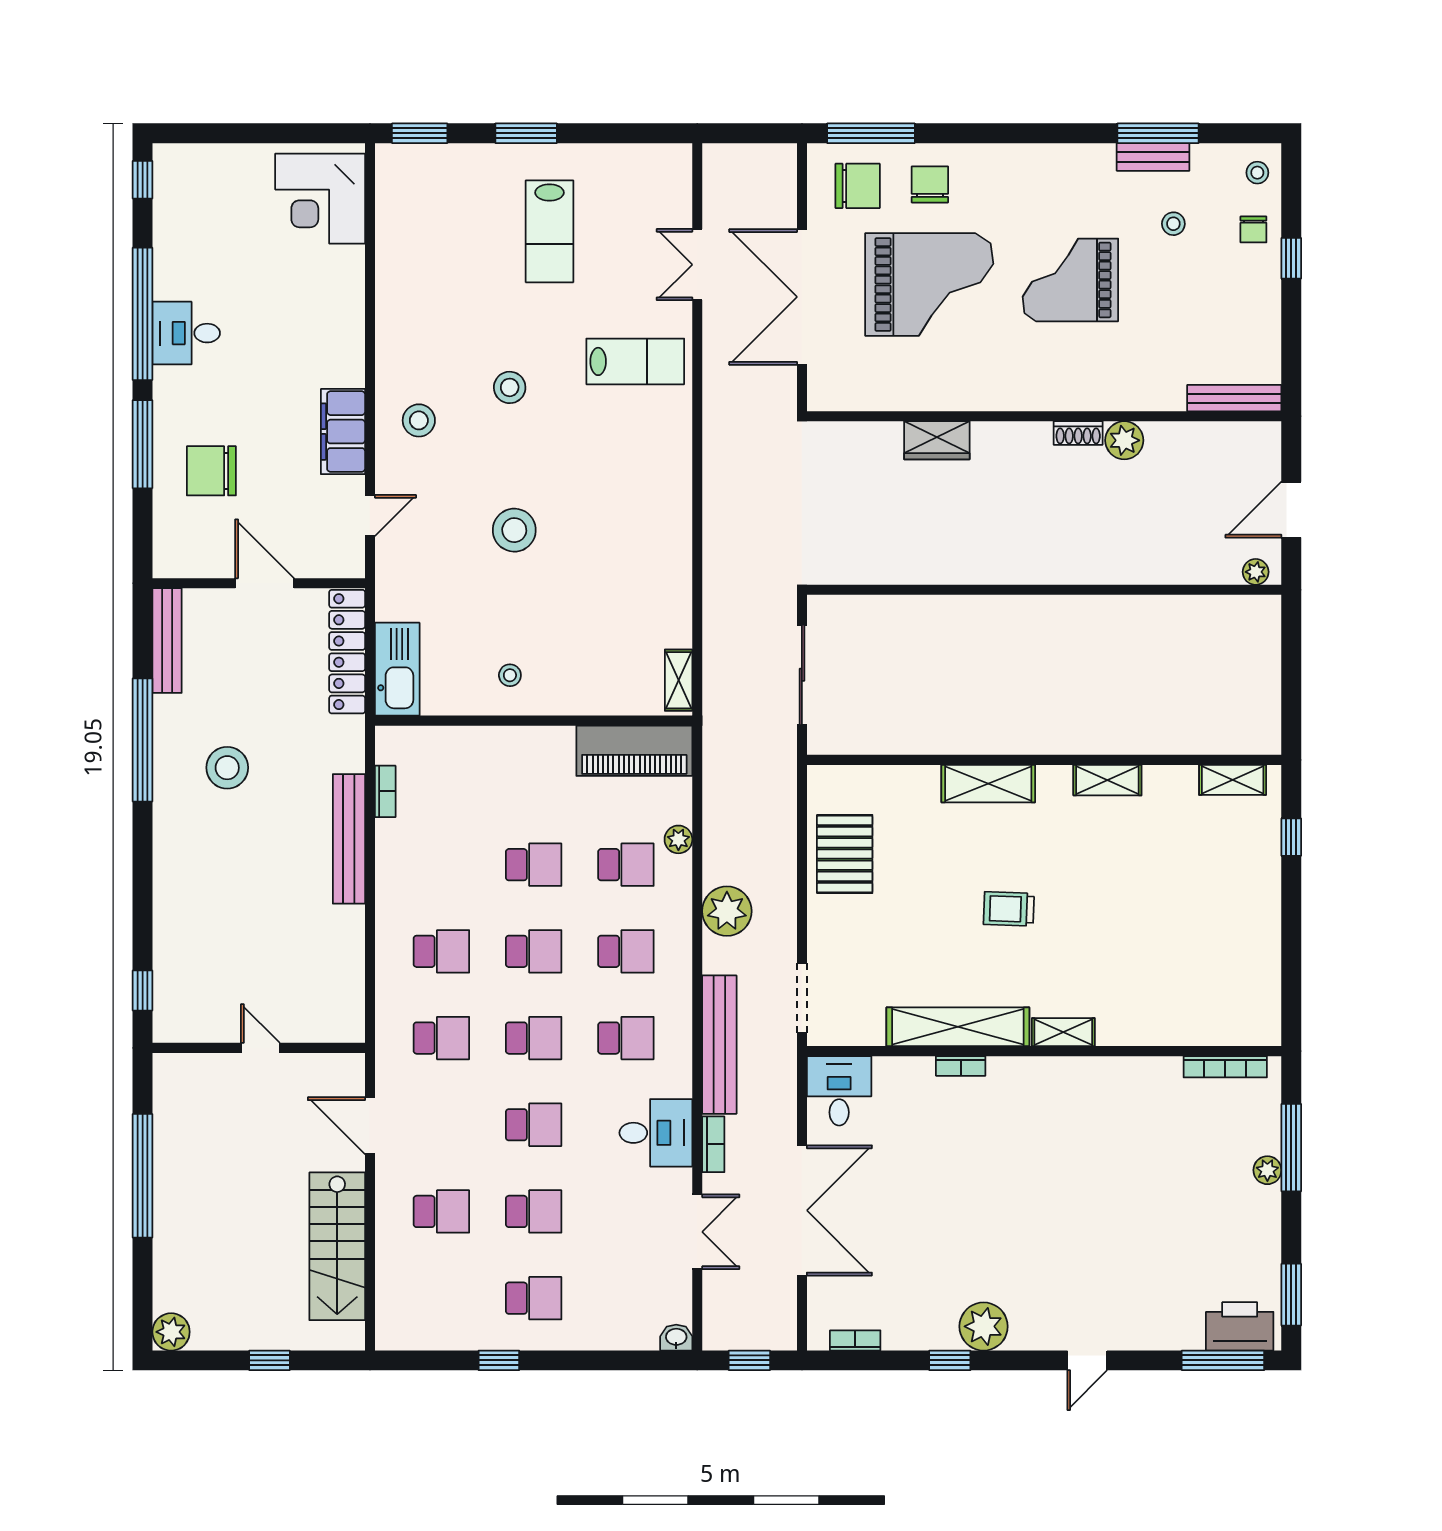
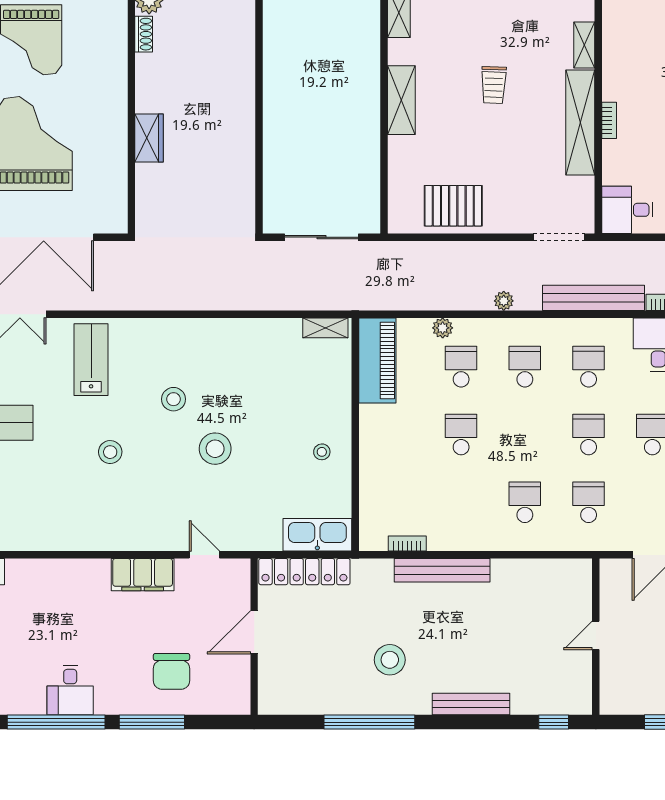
stool: (419, 420) -> (174, 399), moved
bench: (167, 641) -> (471, 704), moved
plant: (727, 911) -> (504, 301), width x0.53, depth x0.53
school desk: (534, 951) -> (525, 434), removed

